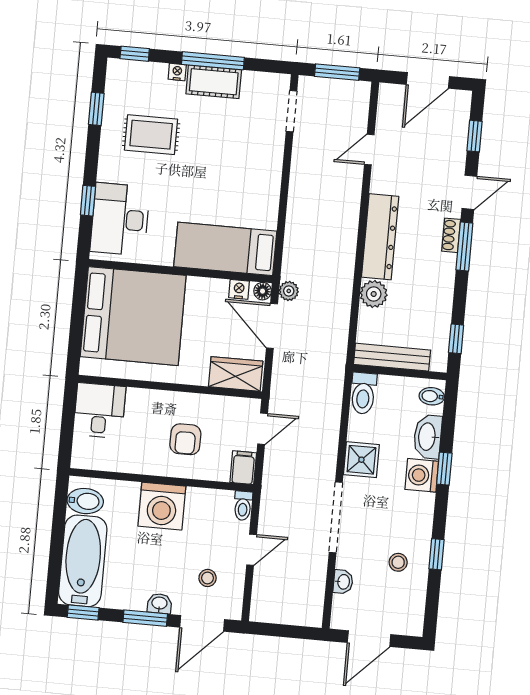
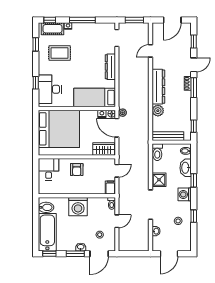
cot: (214, 82) -> (53, 29), moved
dresser: (269, 179) -> (110, 67), added
armchair: (185, 439) -> (77, 170), moved
washing machine: (422, 475) -> (185, 194), moved

